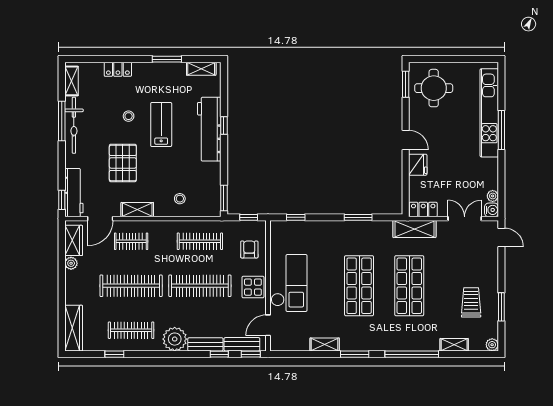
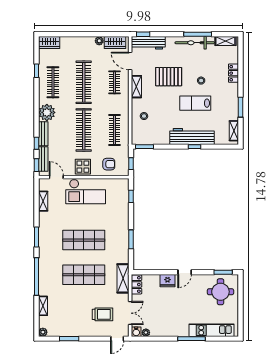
kitchen unit: (489, 113) -> (212, 330), width x0.73
lab bench: (161, 124) -> (195, 103), turned 180
trolley: (471, 302) -> (102, 314), moved
wardrobe: (74, 328) -> (49, 43), width x0.67
shelving: (325, 344) -> (43, 201), moved

